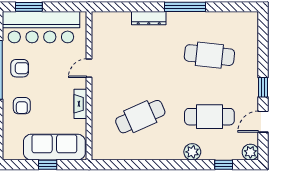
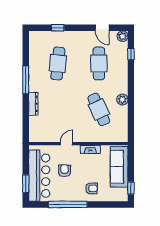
armchair: (20, 68) -> (65, 171), moved
door: (89, 68) -> (67, 144), swing flipped
window: (263, 87) -> (58, 28), moved
plant: (192, 152) -> (122, 100), moved
window: (48, 165) -> (131, 188), moved

